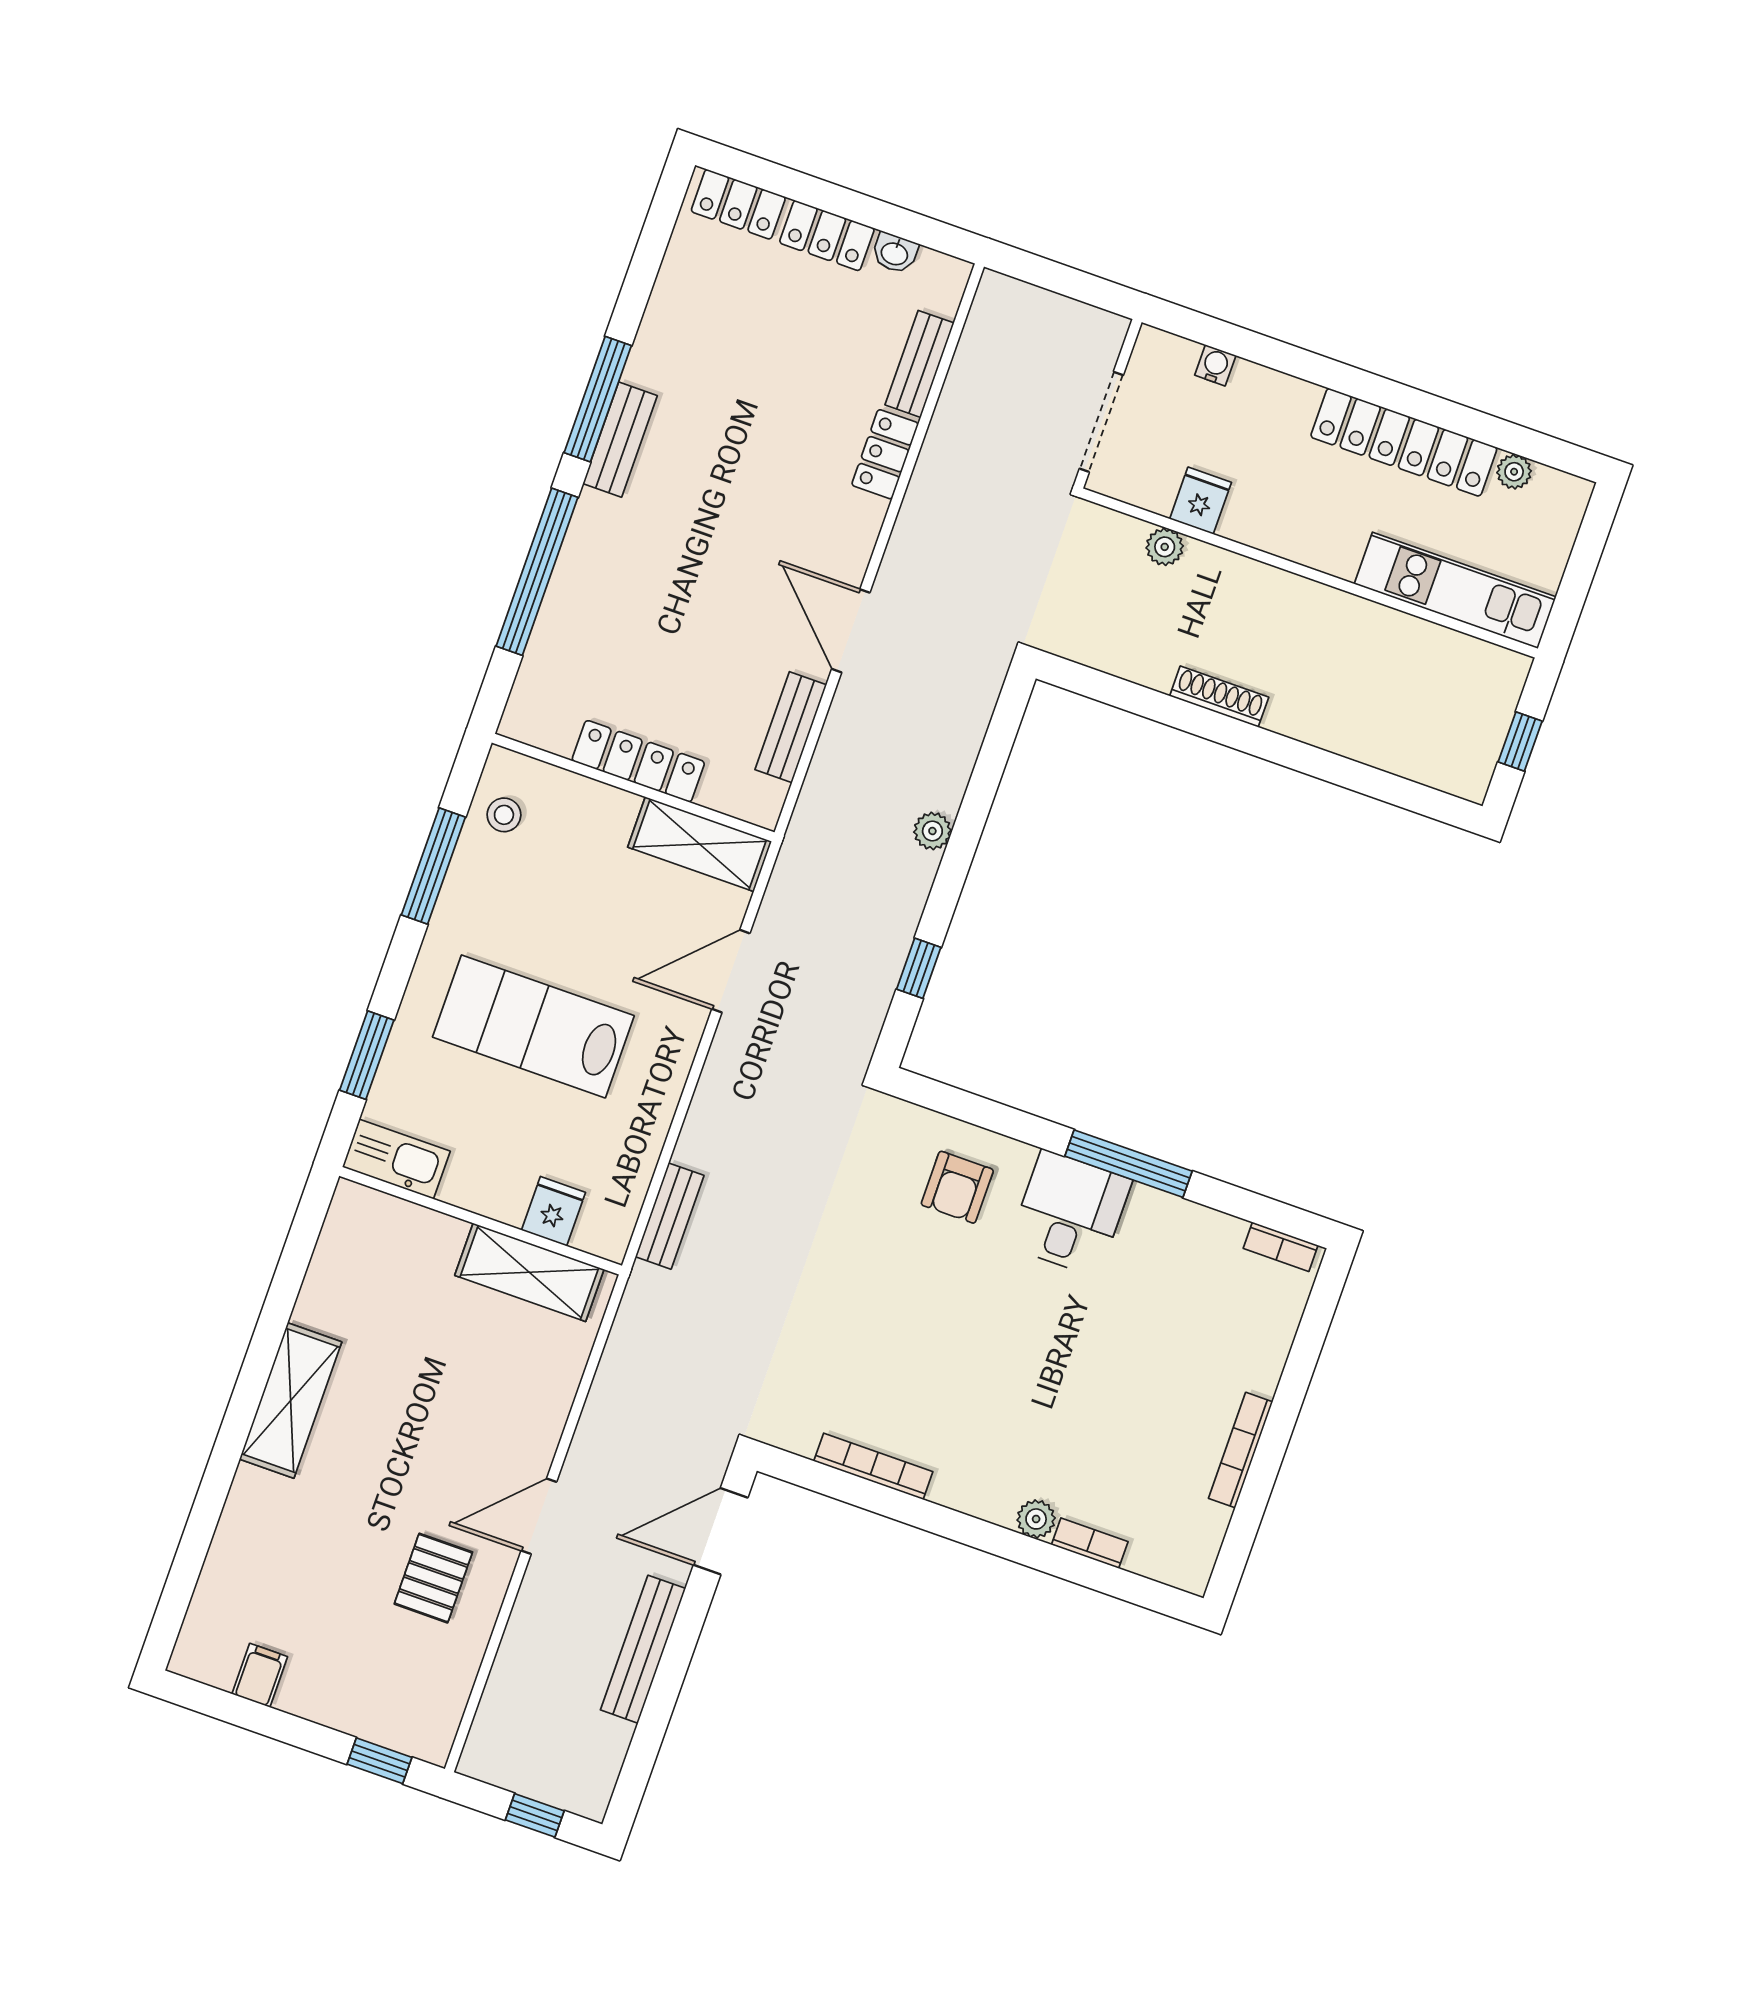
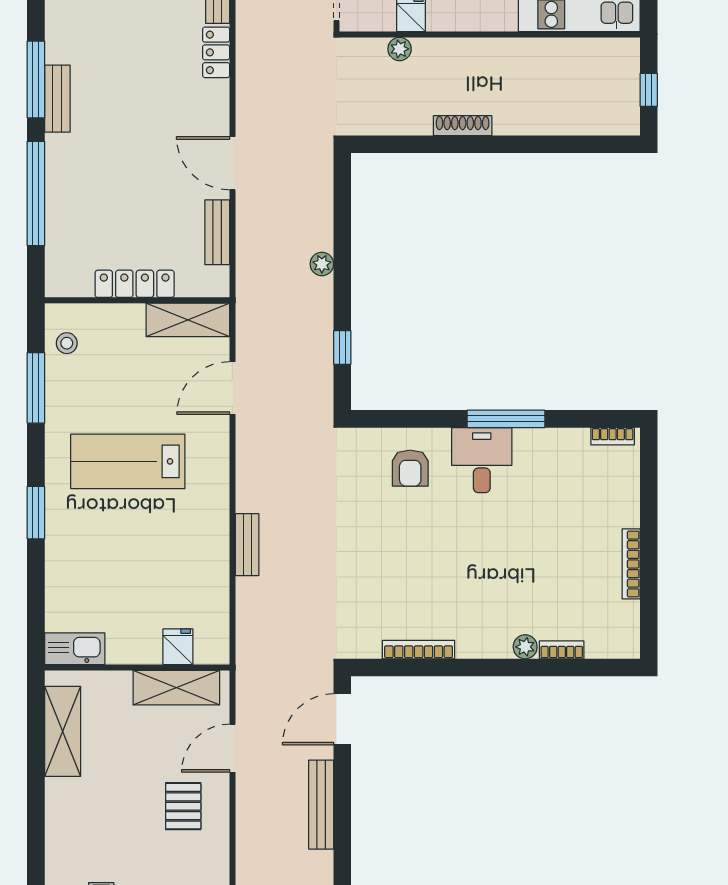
kitchen sink: (396, 1159) -> (75, 649), moved
fridge: (553, 1211) -> (178, 647), moved
wall: (481, 1221) -> (137, 667), moved
shelving: (529, 1272) -> (176, 688), moved

